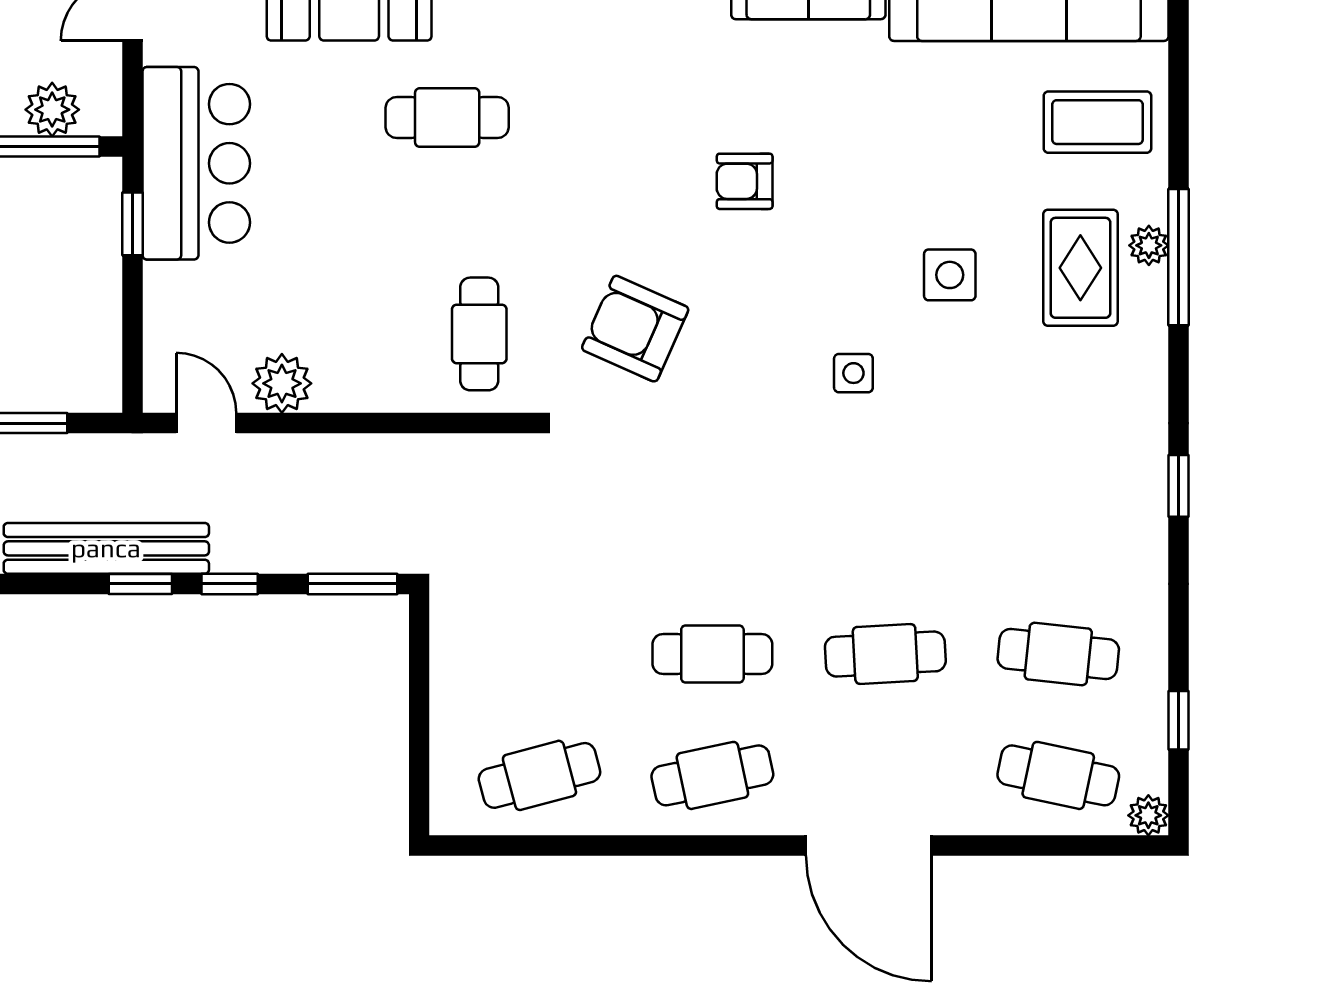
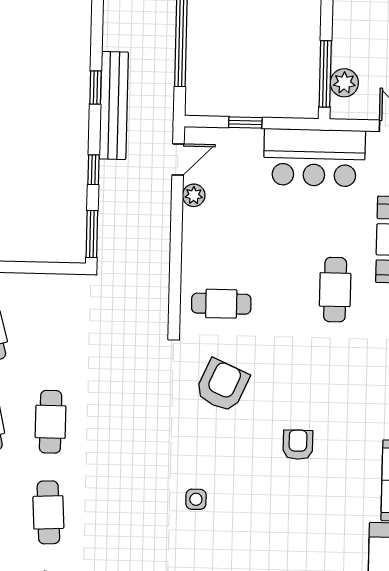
window: (133, 224) -> (245, 122), moved
side table: (950, 275) -> (246, 551), removed
plant: (282, 383) -> (194, 195), width x0.73, depth x0.73
window: (140, 584) -> (95, 88), moved

